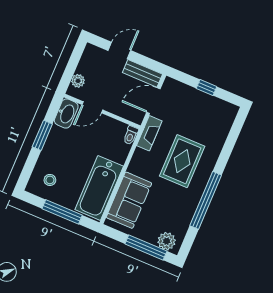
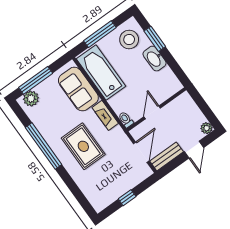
plant: (78, 81) -> (207, 128), moved
door: (92, 107) -> (152, 112), moved
washbasin: (66, 113) -> (155, 59), moved
fireplace: (149, 133) -> (105, 115), moved
window: (42, 135) -> (155, 39), moved
stool: (50, 180) -> (129, 39), width x1.89, depth x1.89

